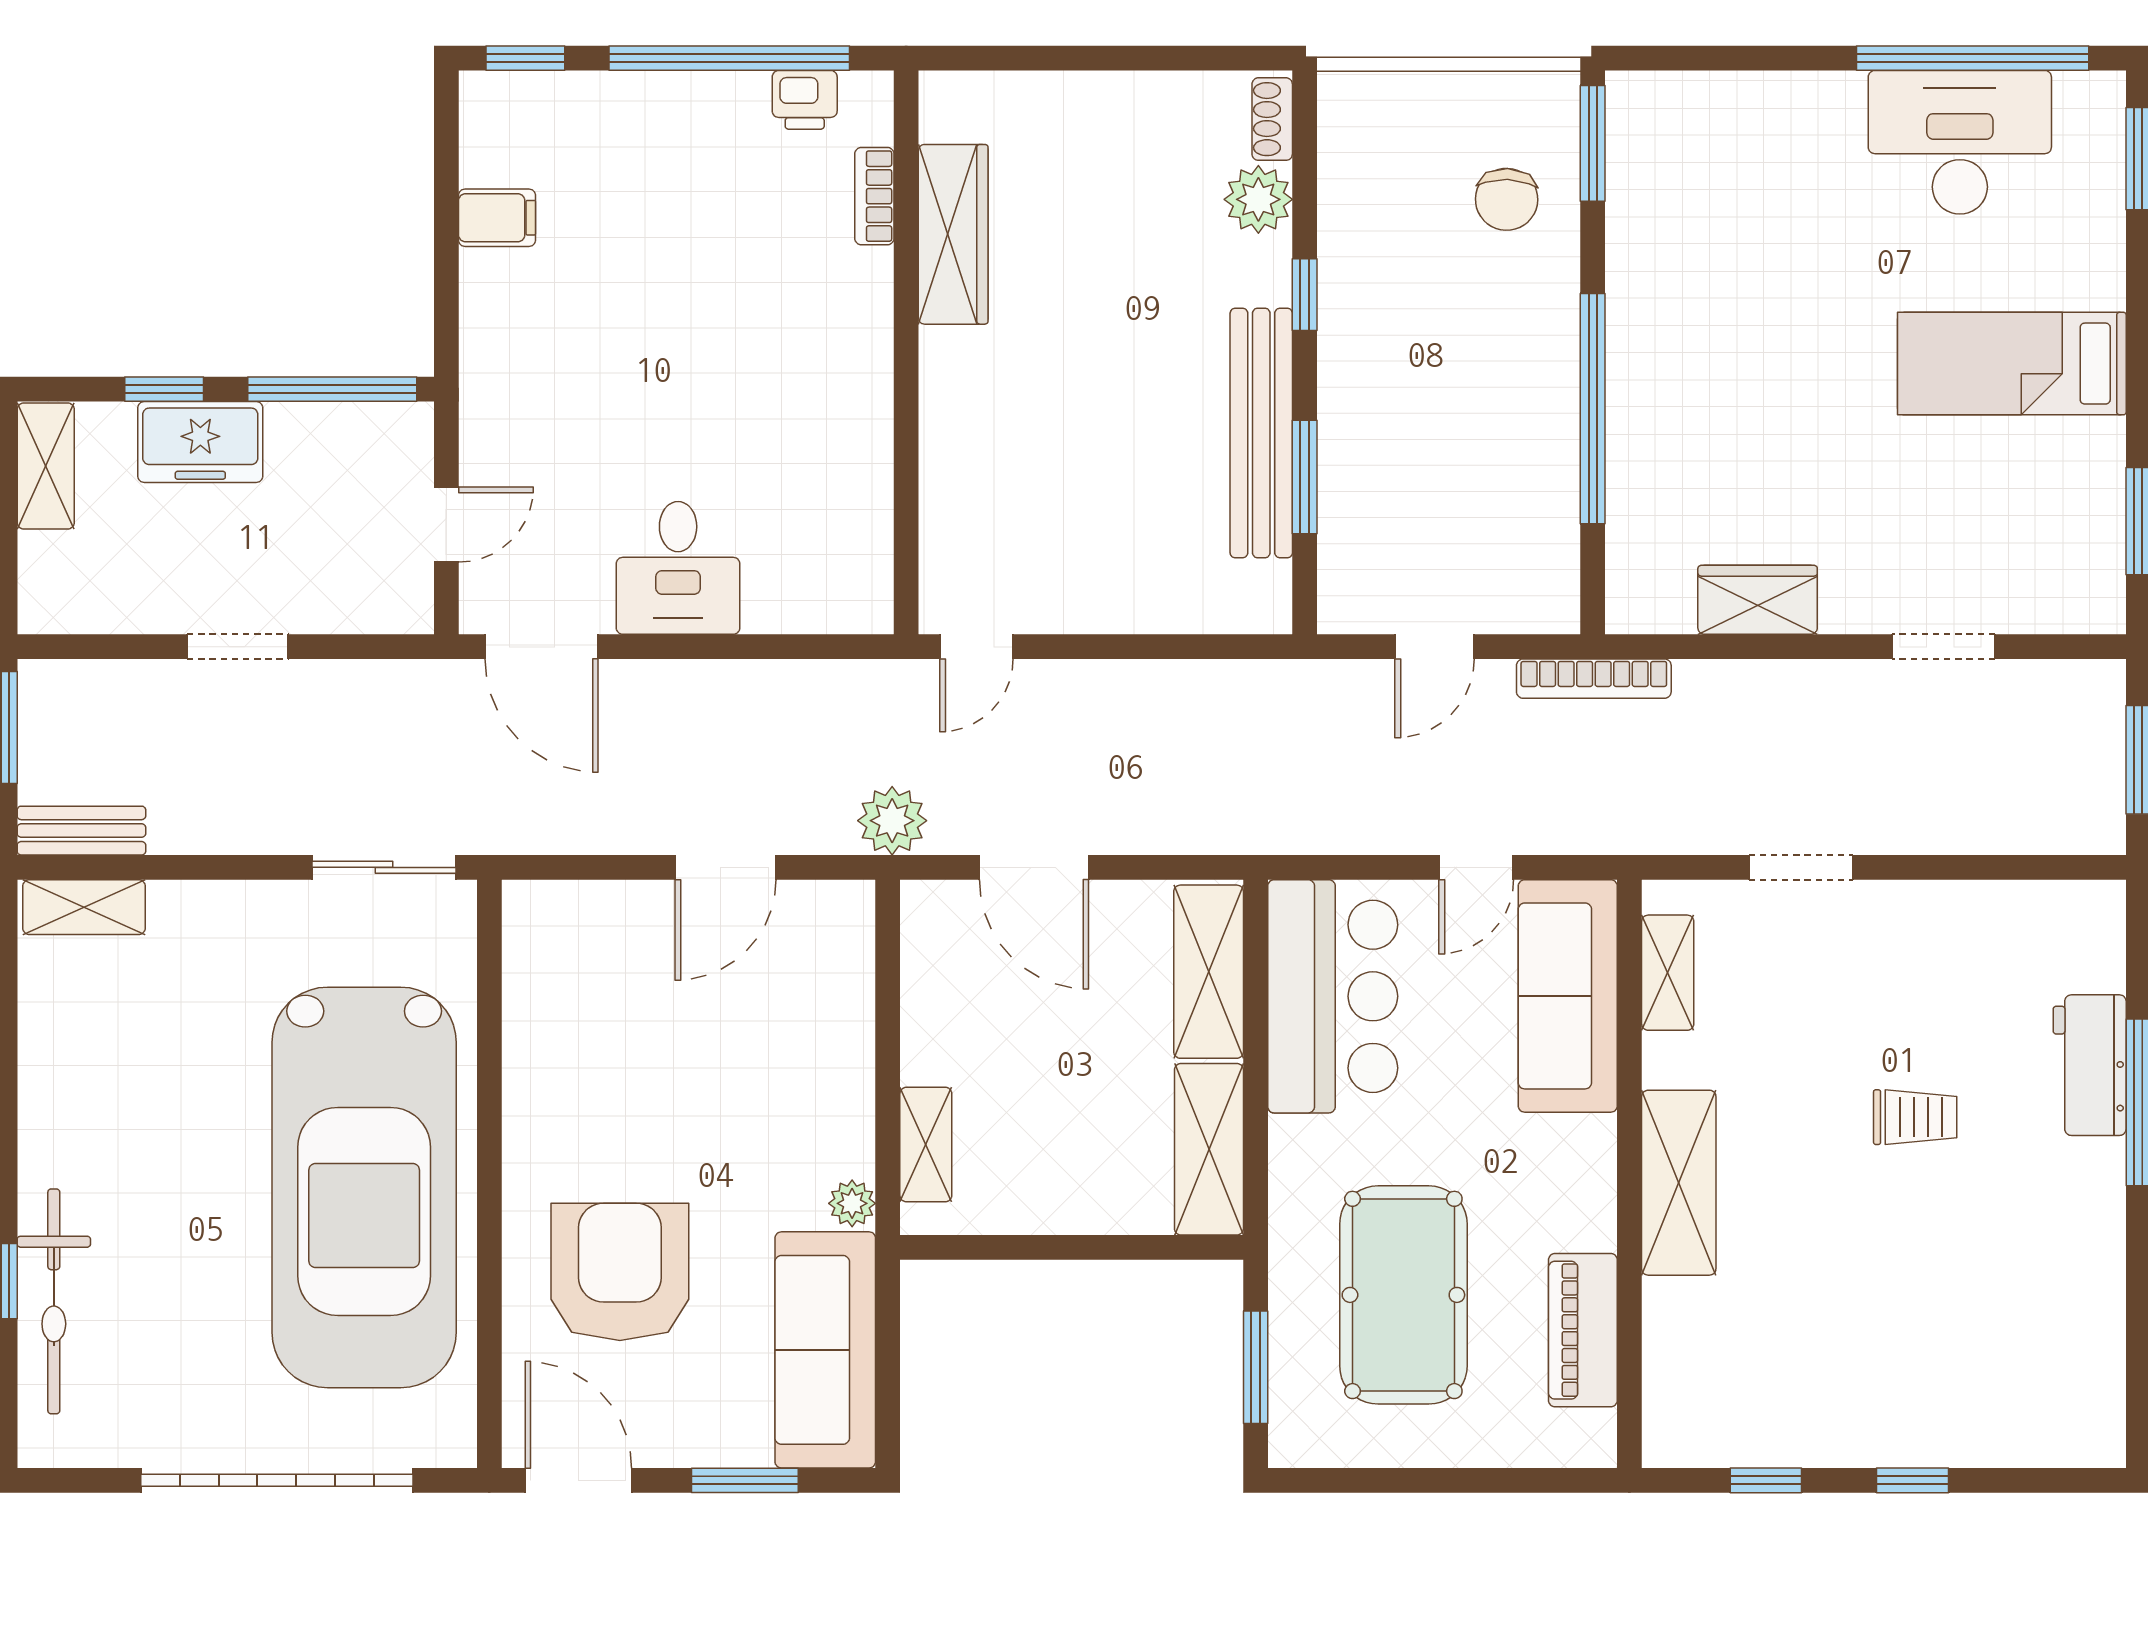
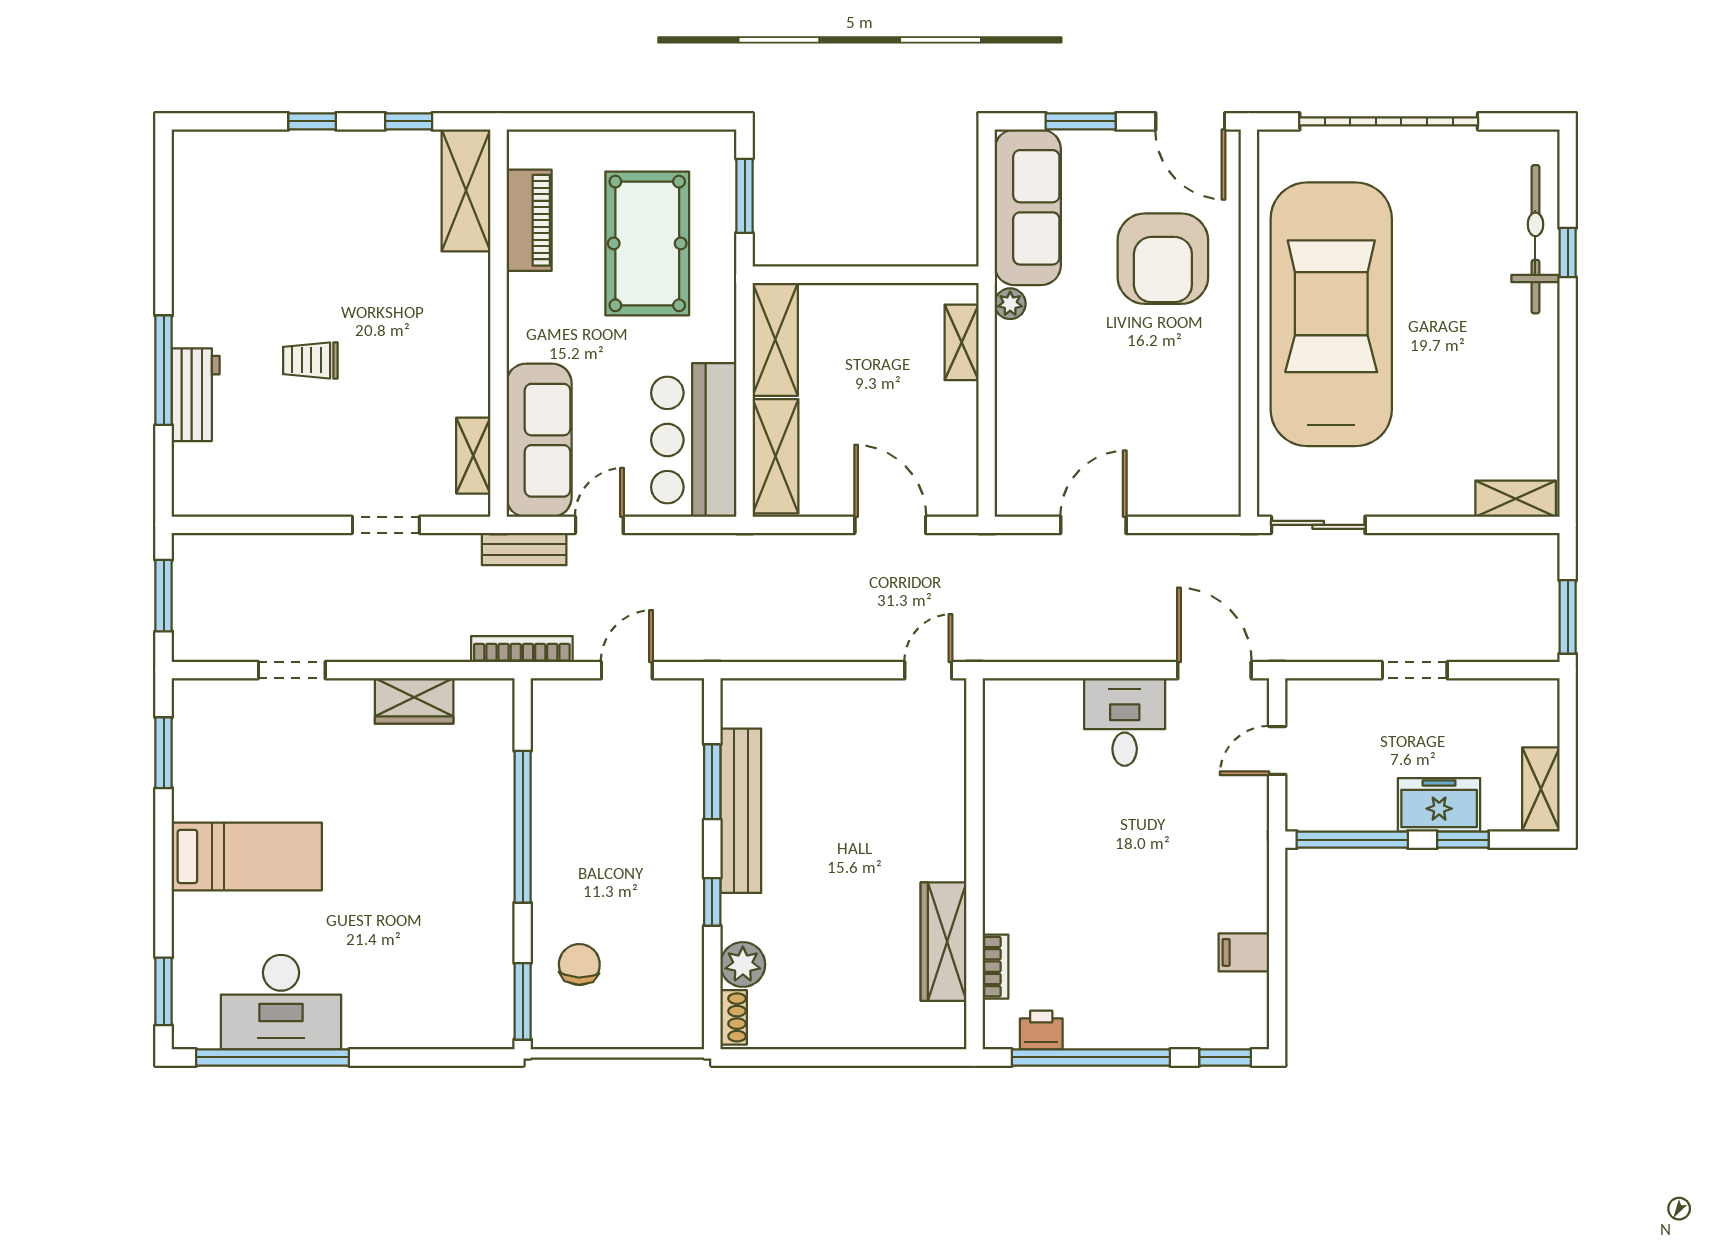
plant: (892, 821) -> (984, 556), removed
bench: (81, 831) -> (524, 549), moved
shelving: (1679, 1183) -> (466, 190), moved

